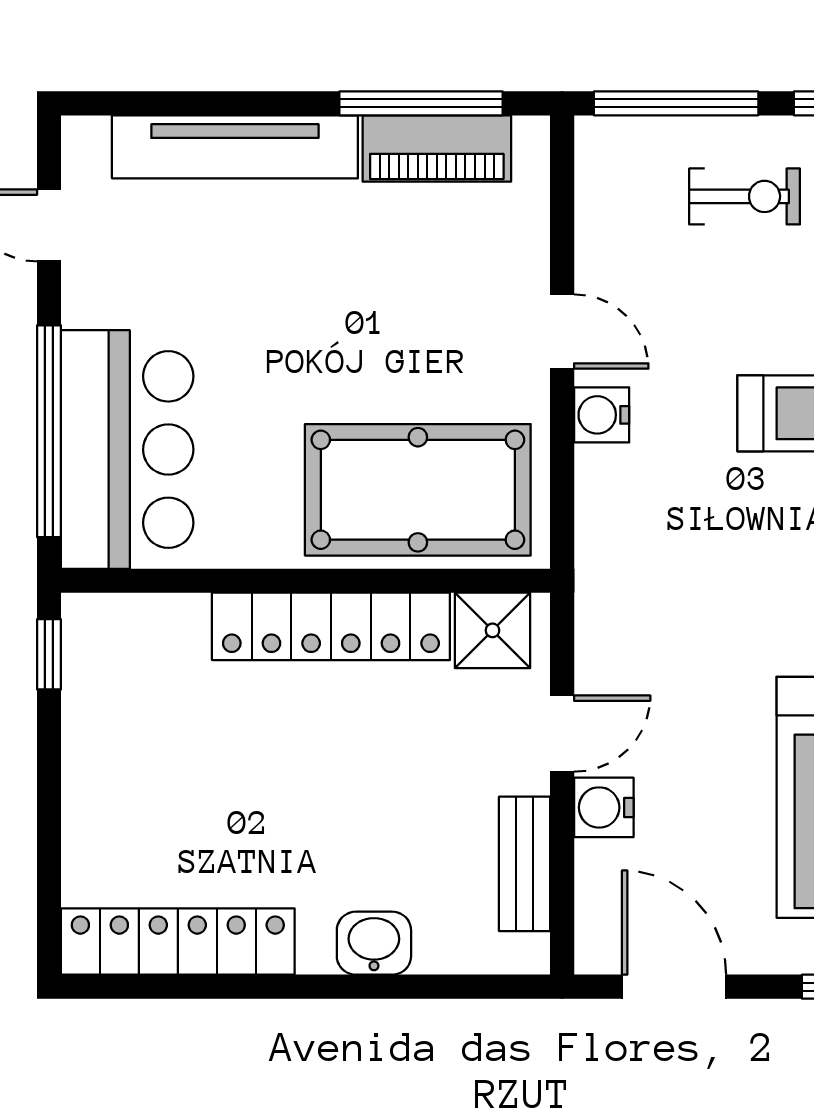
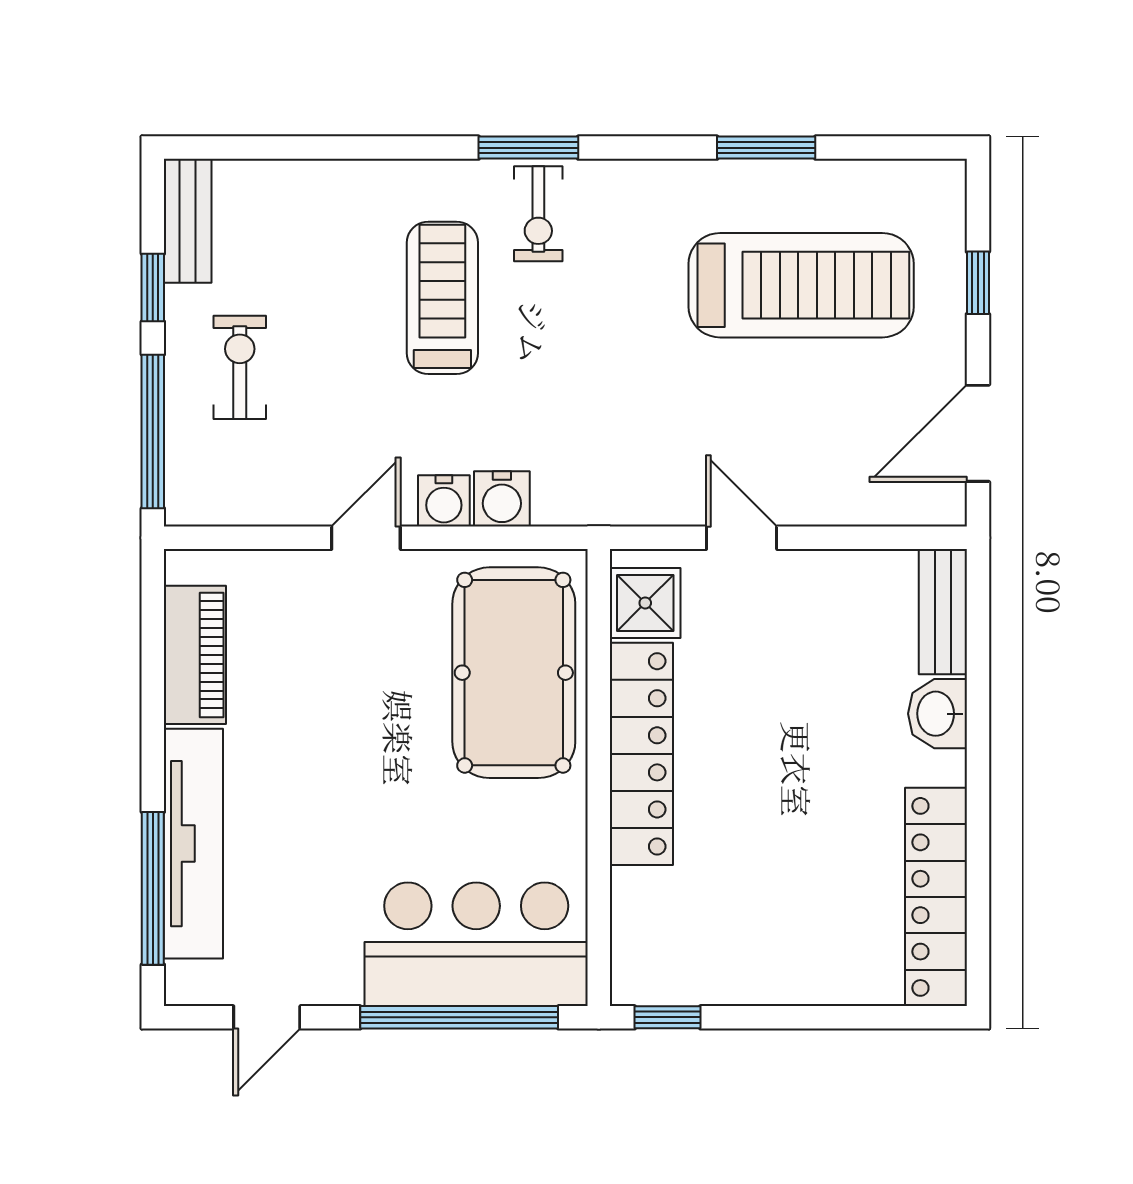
window: (421, 103) -> (153, 888), moved
water cooler: (604, 807) -> (502, 499), moved
bench: (525, 864) -> (943, 612), moved, turned 90

